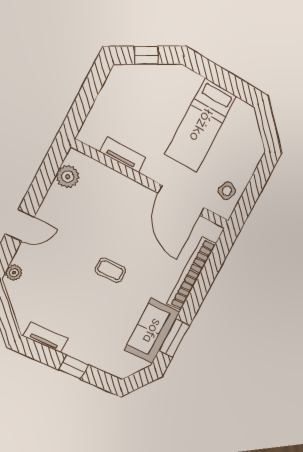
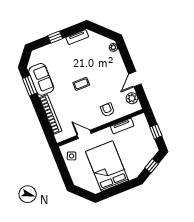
window: (88, 94) -> (156, 132), added
bed: (201, 125) -> (107, 166), width x1.50
armchair: (117, 198) -> (107, 110), added
door: (181, 200) -> (84, 134), width x0.53
door: (20, 225) -> (135, 79), moved

